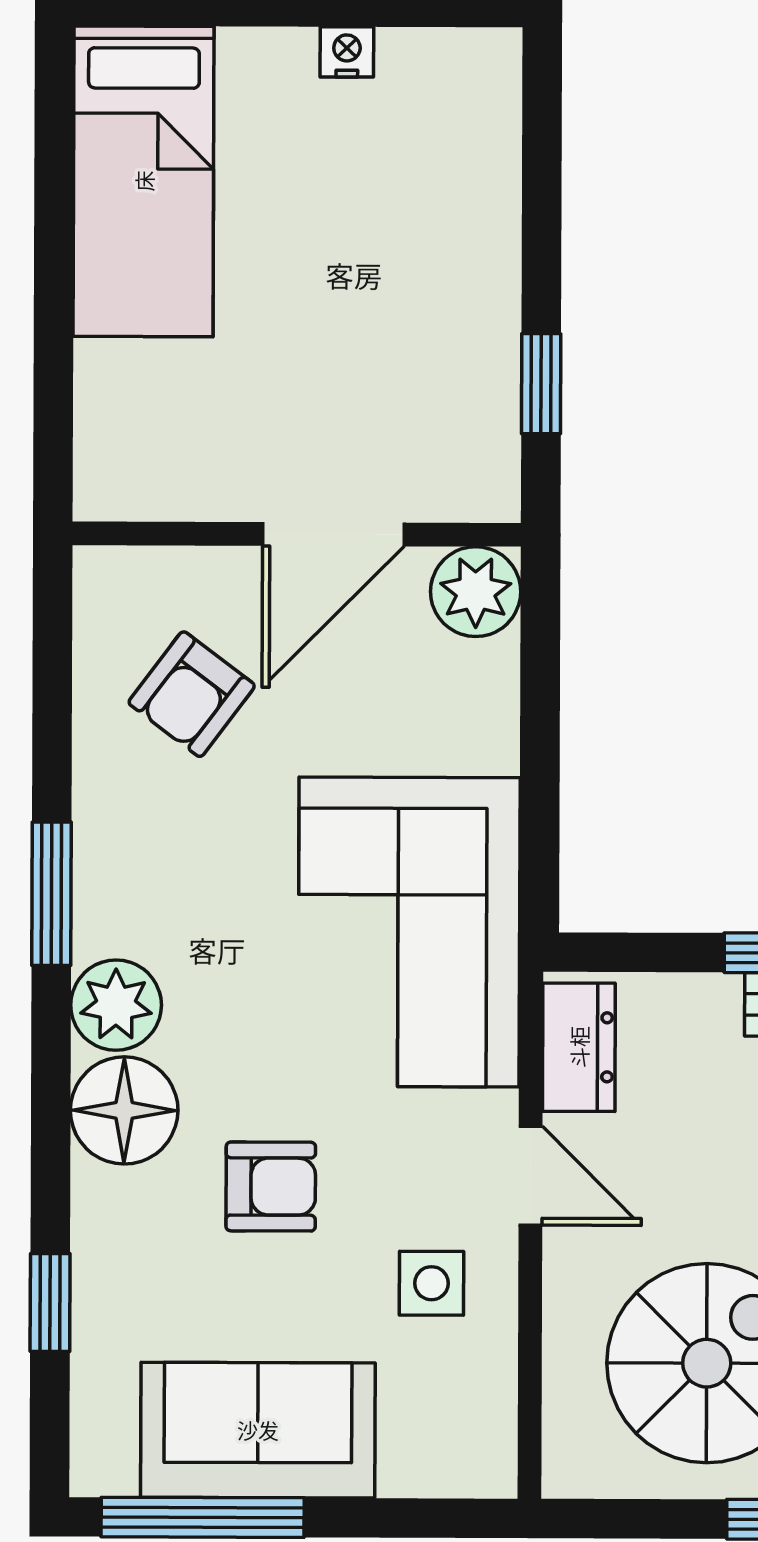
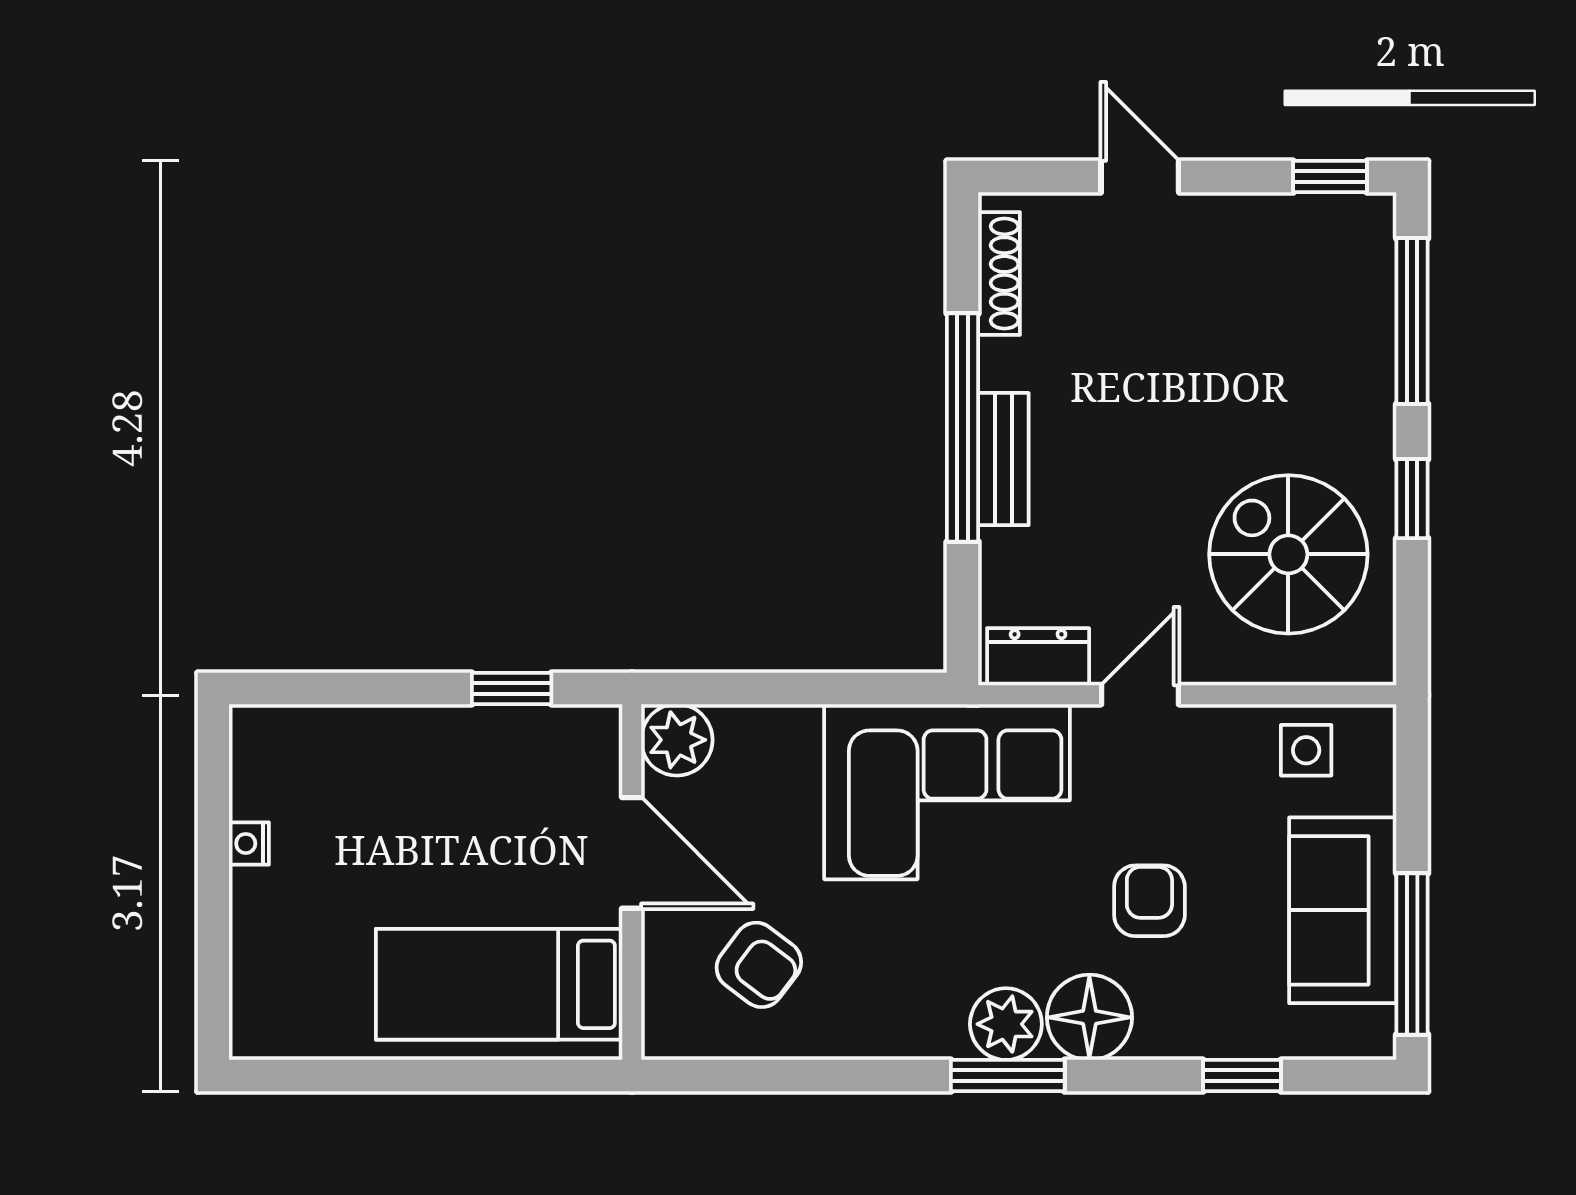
bed: (144, 181) -> (499, 984), moved, turned 180
window: (52, 894) -> (1008, 1076), moved
side table: (431, 1283) -> (1306, 750), moved

